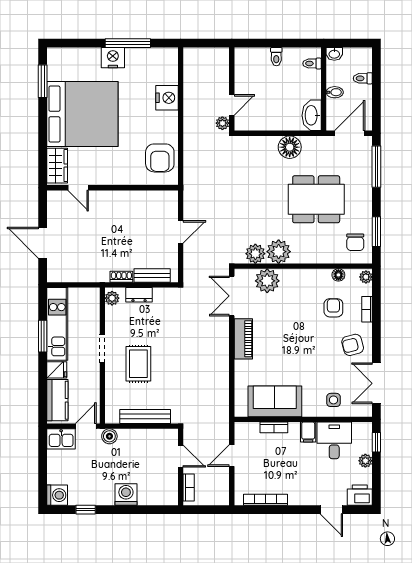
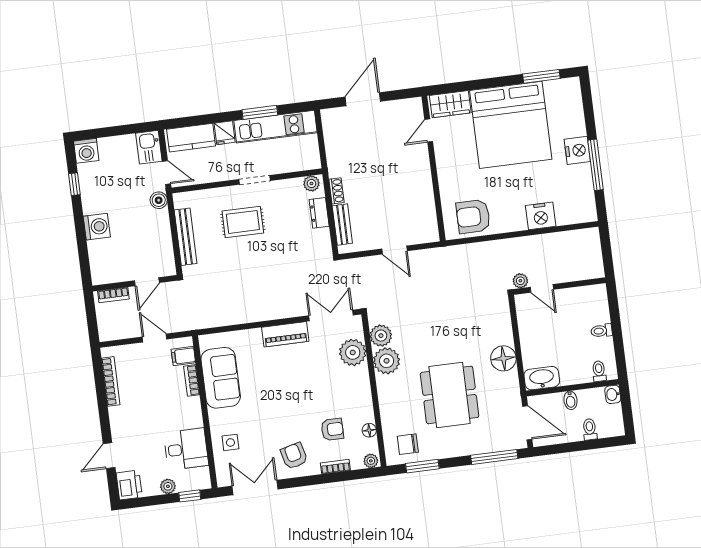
filing cabinet: (308, 432) -> (183, 356), moved

